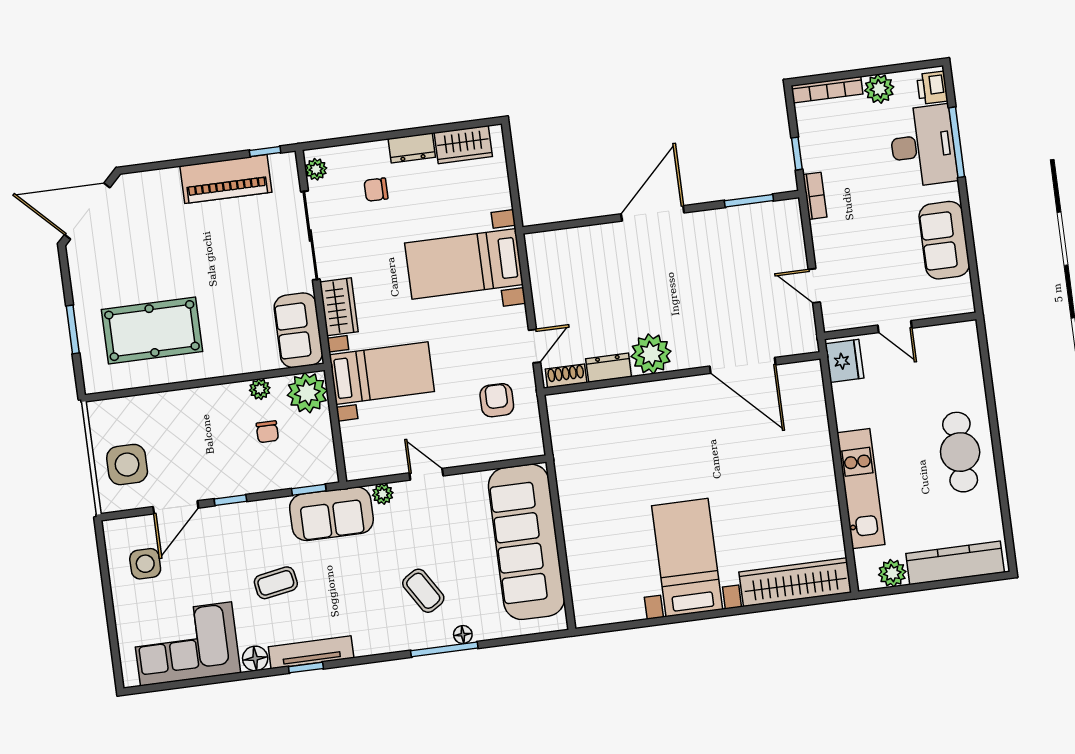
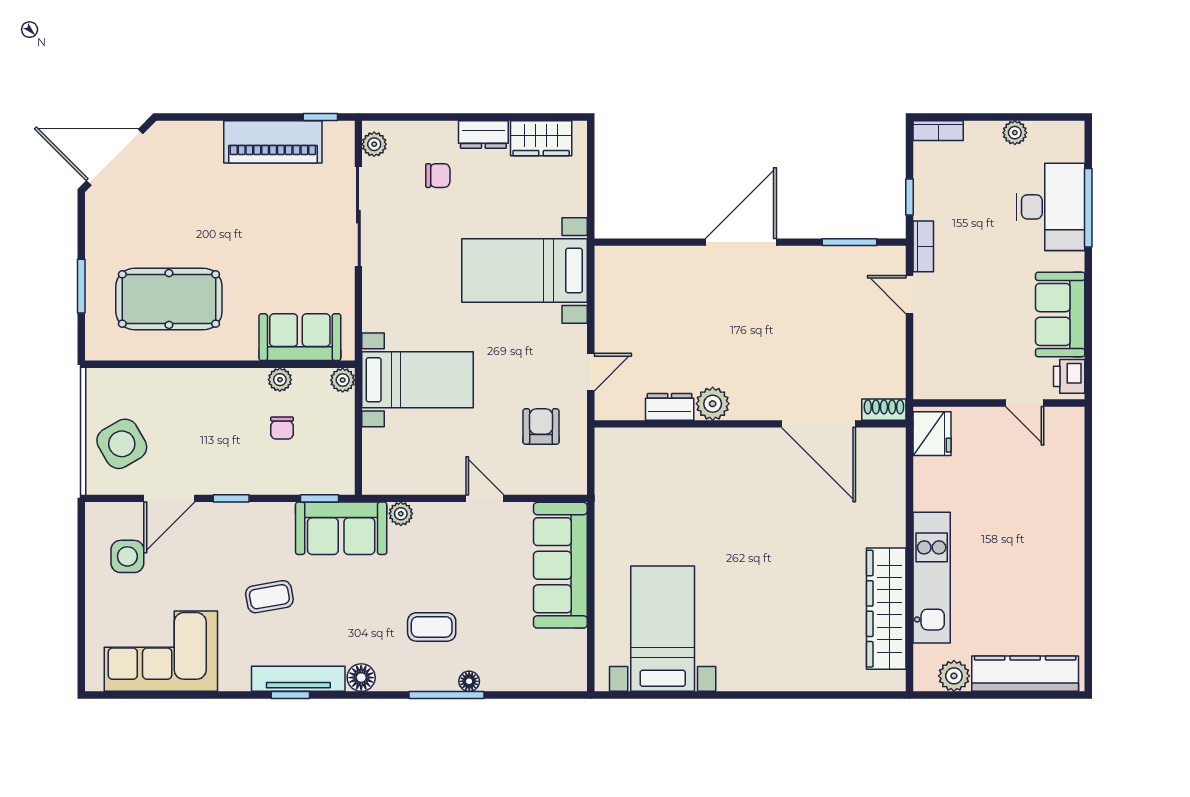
printer: (932, 88) -> (1069, 376), moved
plant: (879, 89) -> (1015, 133), width x0.73, depth x0.73
bookcase: (827, 90) -> (938, 131), width x0.64
chair: (376, 190) -> (438, 176), turned 180
door: (814, 286) -> (910, 295), moved
wardrobe: (339, 307) -> (380, 300), removed
door: (895, 327) -> (1025, 403), moved
sofa: (298, 330) -> (300, 337), moved, turned 90
plant: (651, 354) -> (713, 404), width x0.73, depth x0.73
shoe rack: (566, 376) -> (884, 410), moved
plant: (307, 393) -> (343, 380), width x0.53, depth x0.53
cafe table: (960, 452) -> (1047, 552), removed
side table: (127, 465) -> (122, 444), turned -30
door: (426, 474) -> (485, 498), moved
sofa: (526, 542) -> (560, 565), width x0.74, depth x0.79
bed with nightstands: (687, 558) -> (663, 629), moved
wardrobe: (795, 582) -> (886, 609), moved, turned -90
coffee table: (423, 591) -> (432, 627), turned -58
floor lamp: (255, 658) -> (361, 678), moved

